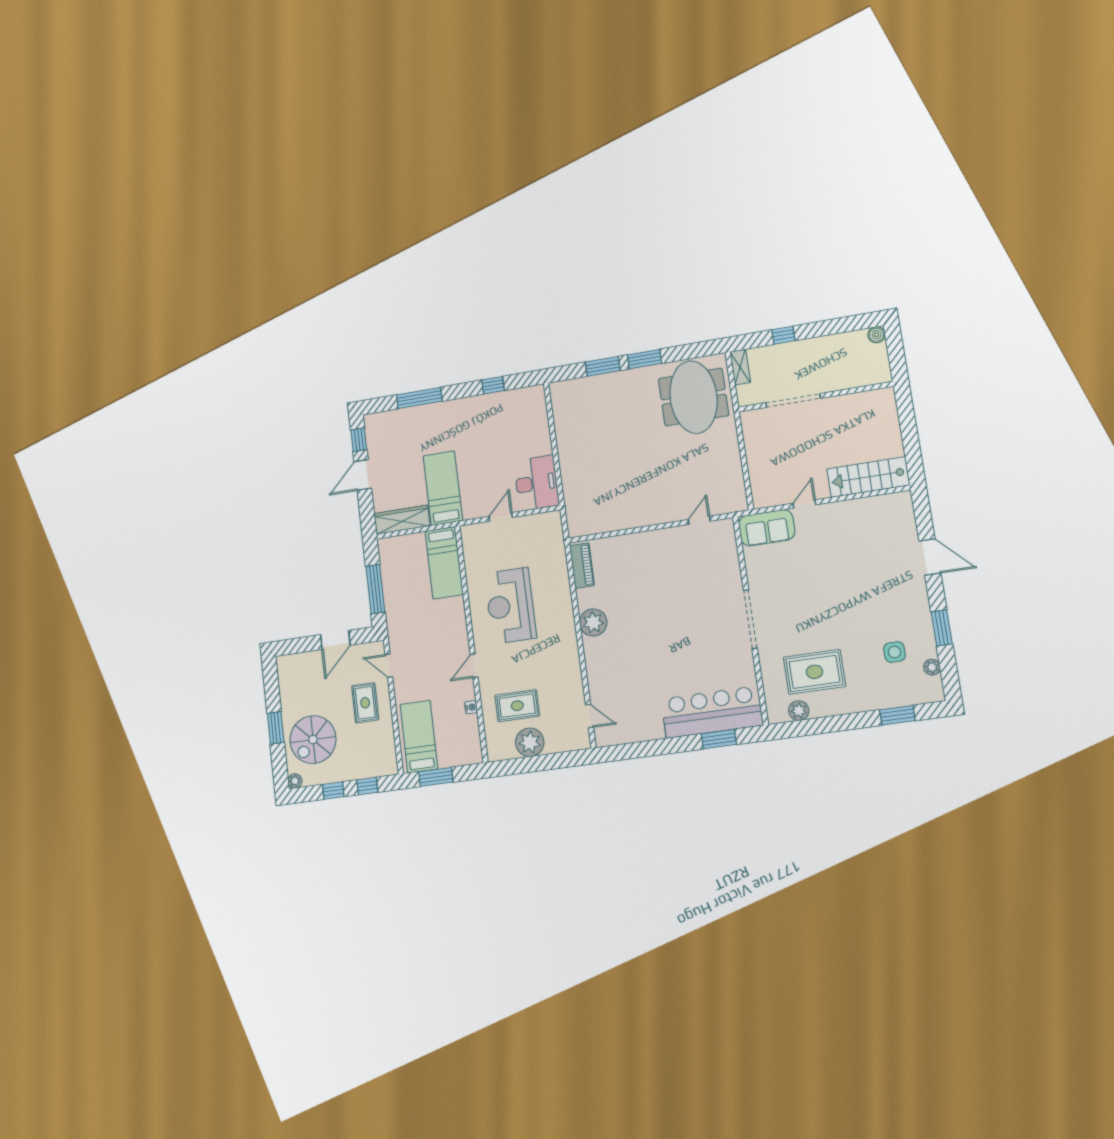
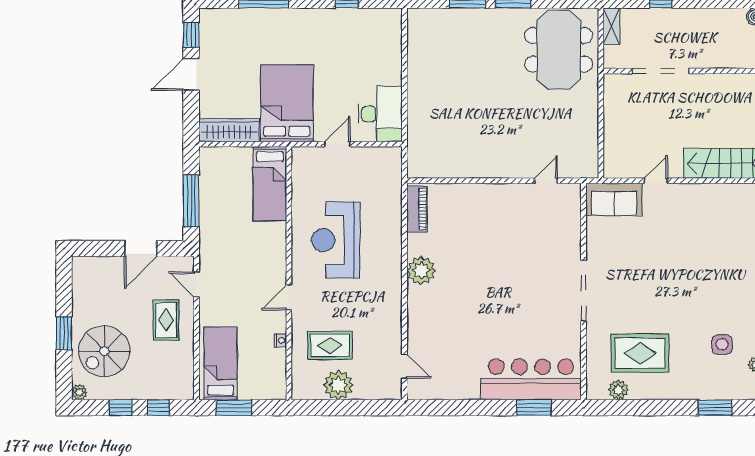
bed: (443, 488) -> (287, 103), width x1.50

